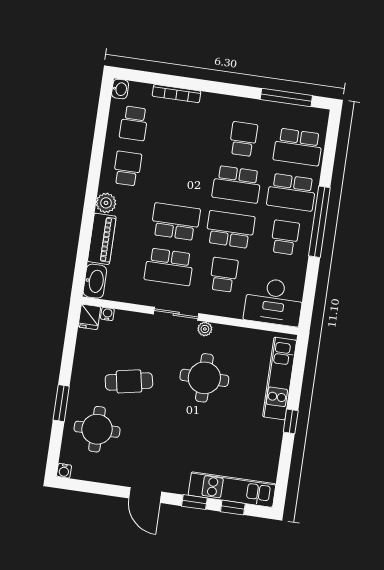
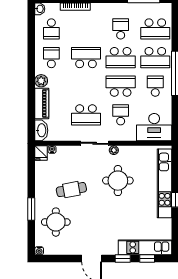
school desk: (176, 222) -> (86, 58), moved
kitchen unit: (280, 378) -> (165, 183), width x1.36

